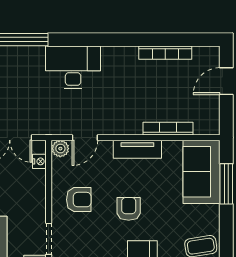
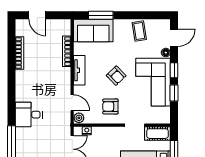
desk: (73, 67) -> (29, 115), width x0.73
armchair: (79, 200) -> (110, 106), turned -90
armchair: (129, 209) -> (116, 76), turned -134

